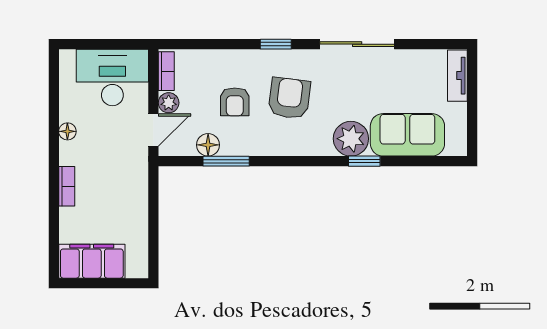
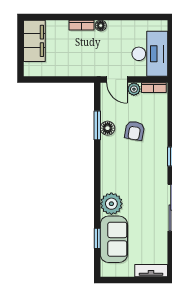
armchair: (289, 98) -> (137, 165), removed
armchair: (235, 102) -> (135, 131), turned -80
floor lamp: (67, 131) -> (101, 26), moved
floor lamp: (208, 145) -> (108, 128), moved
window: (364, 161) -> (97, 238), moved

